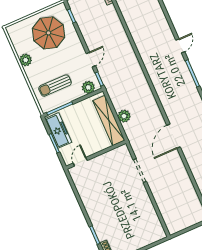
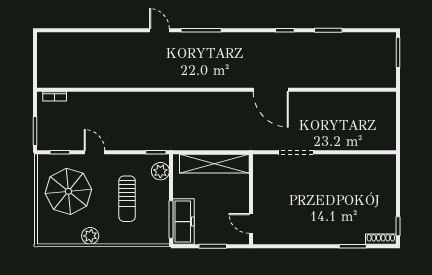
door: (91, 60) -> (95, 152), moved
sun lounger: (55, 86) -> (127, 199), moved
plant: (124, 116) -> (217, 142), removed
freezer: (58, 130) -> (184, 222), moved, turned 90

